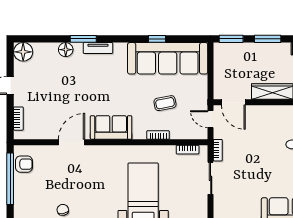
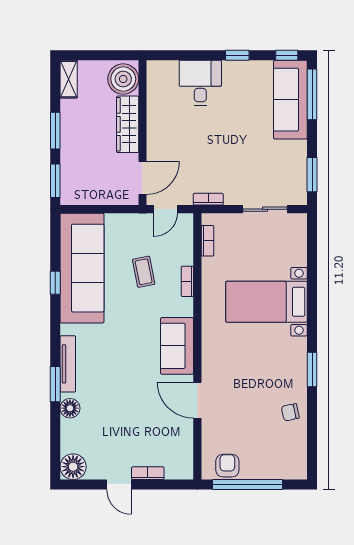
tv unit: (98, 48) -> (68, 364), width x1.41
bookcase: (18, 119) -> (148, 473), moved
sliding door: (211, 178) -> (265, 209), moved

